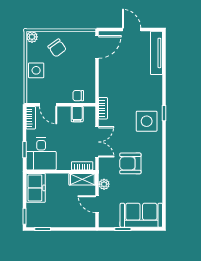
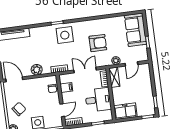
plant: (106, 78) -> (37, 70), added
desk: (41, 154) -> (98, 100), moved
armchair: (130, 163) -> (98, 43), turned -90

